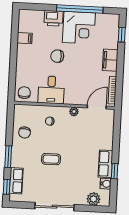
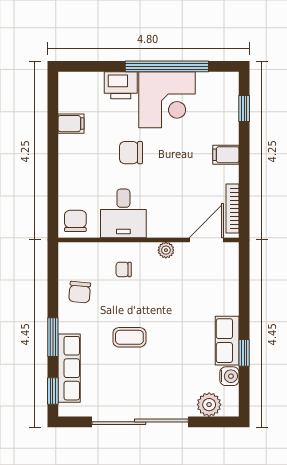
filing cabinet: (110, 60) -> (226, 155), width x0.50
row of seats: (16, 181) -> (69, 368), width x1.48
sliding door: (55, 207) -> (140, 422), width x1.36

